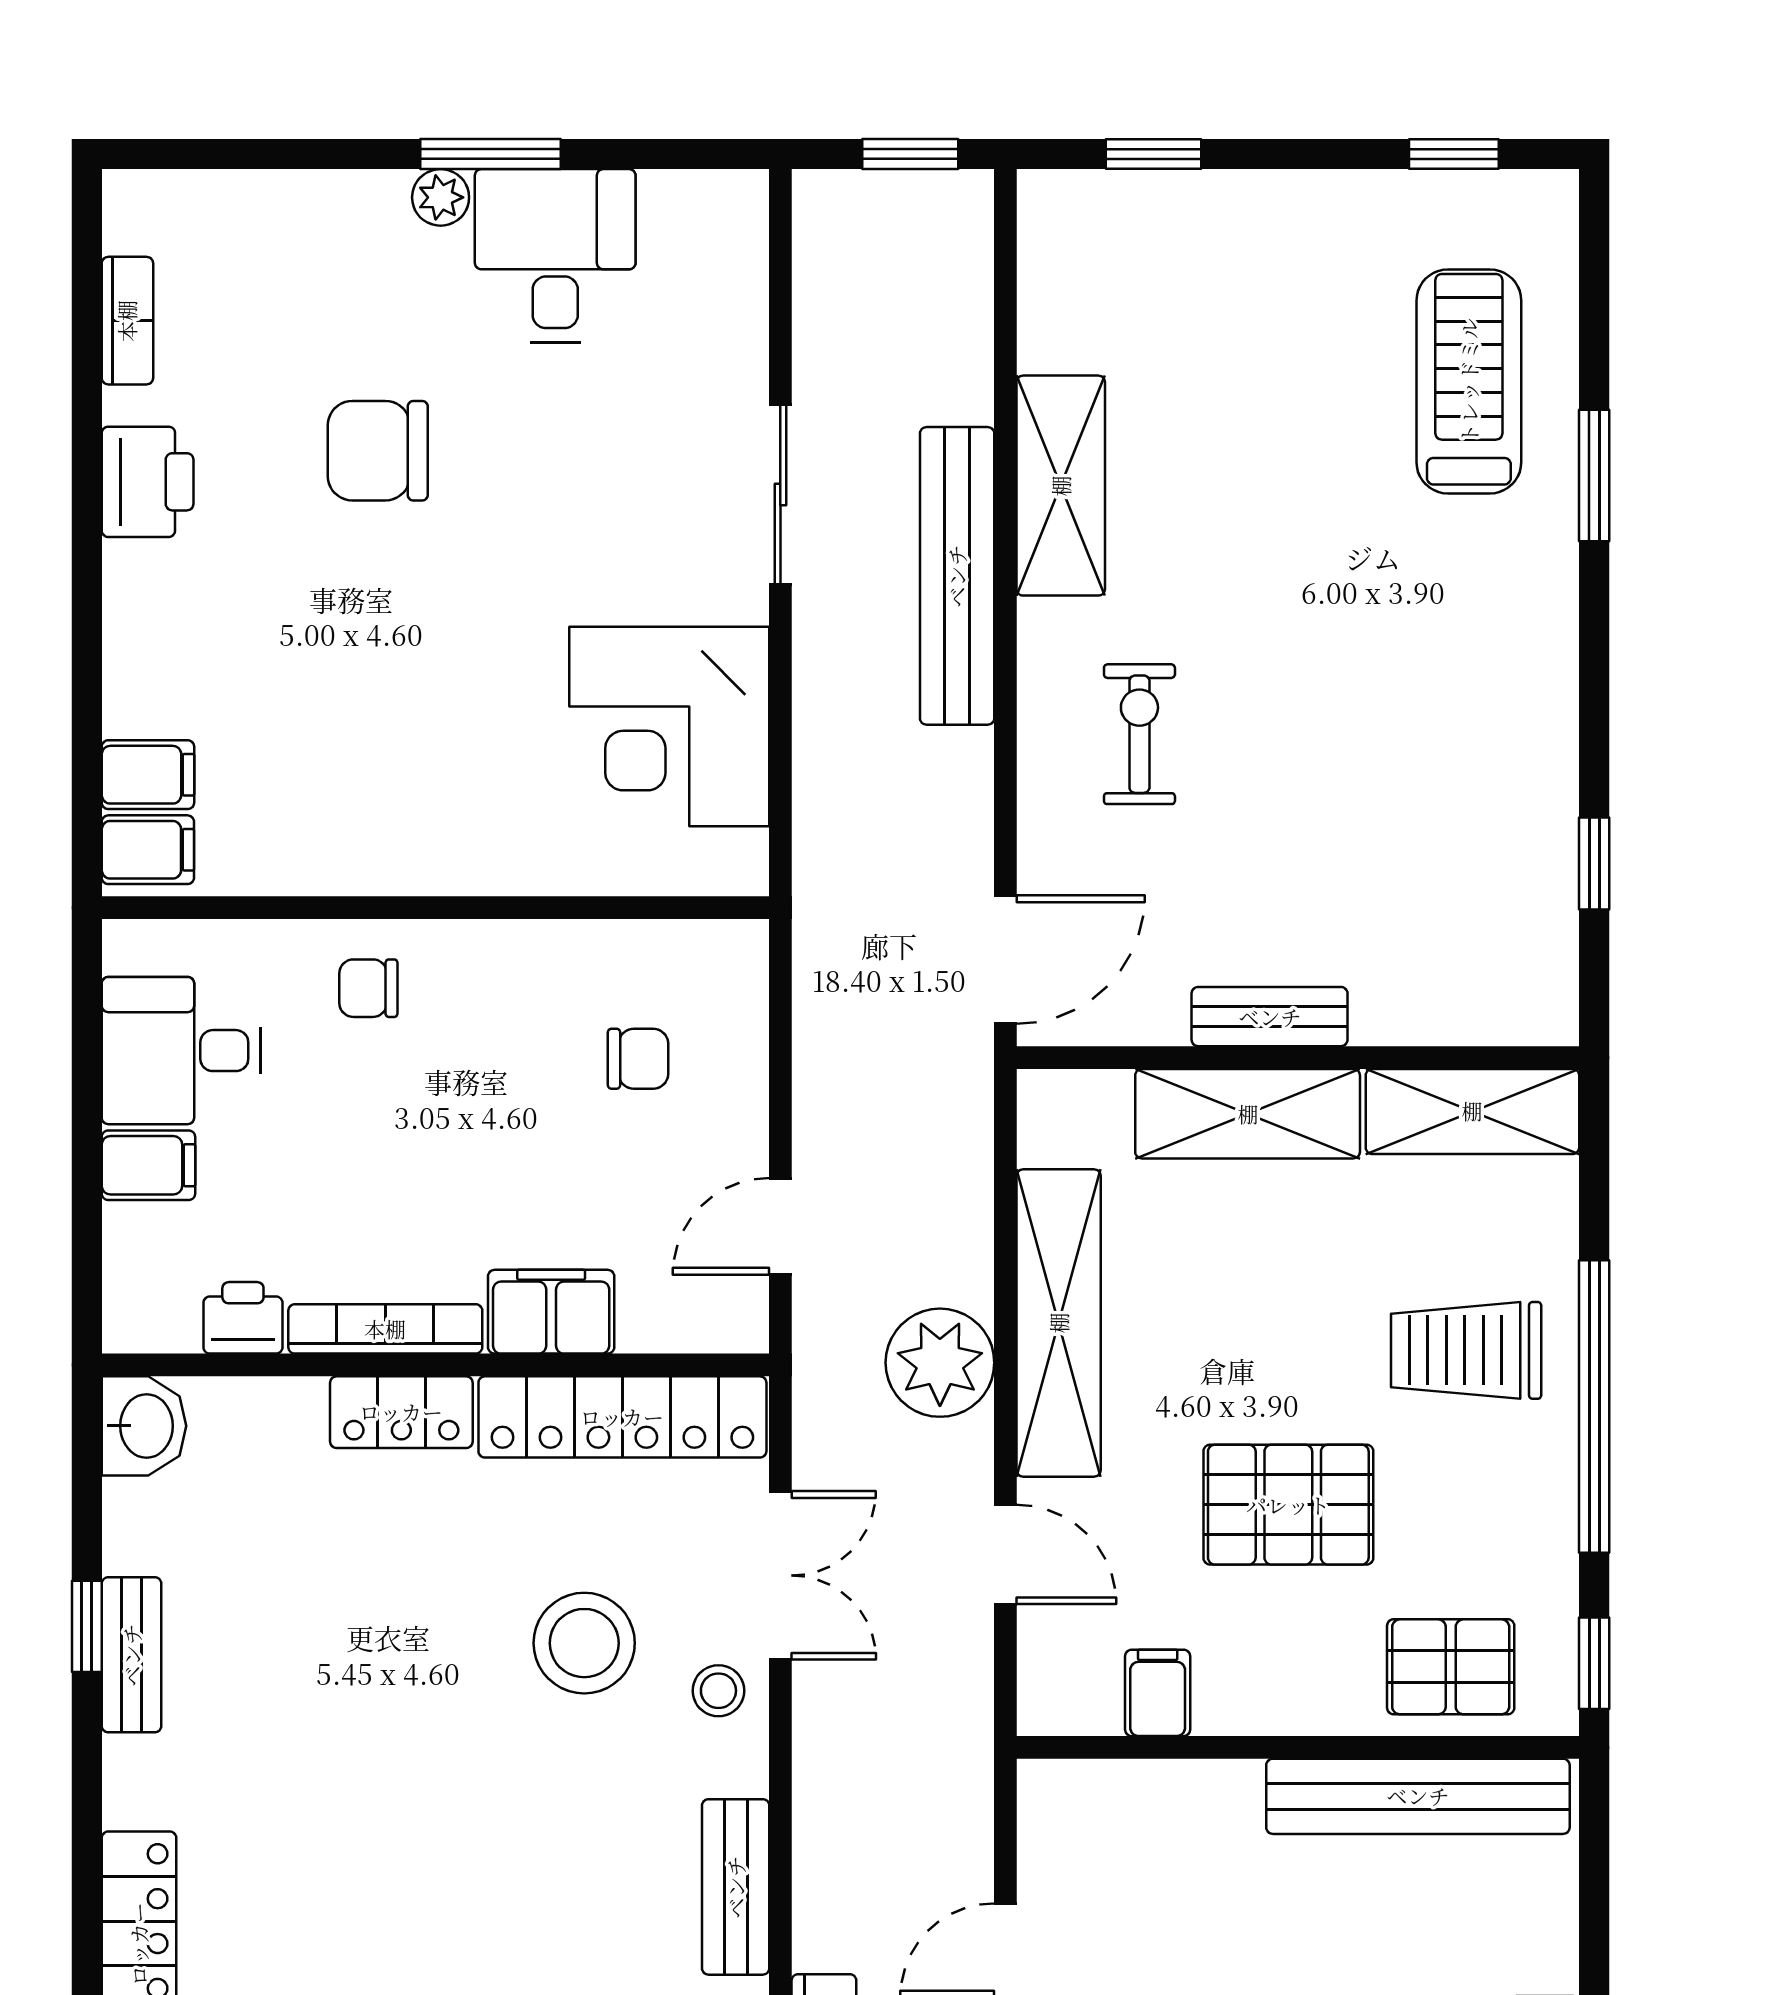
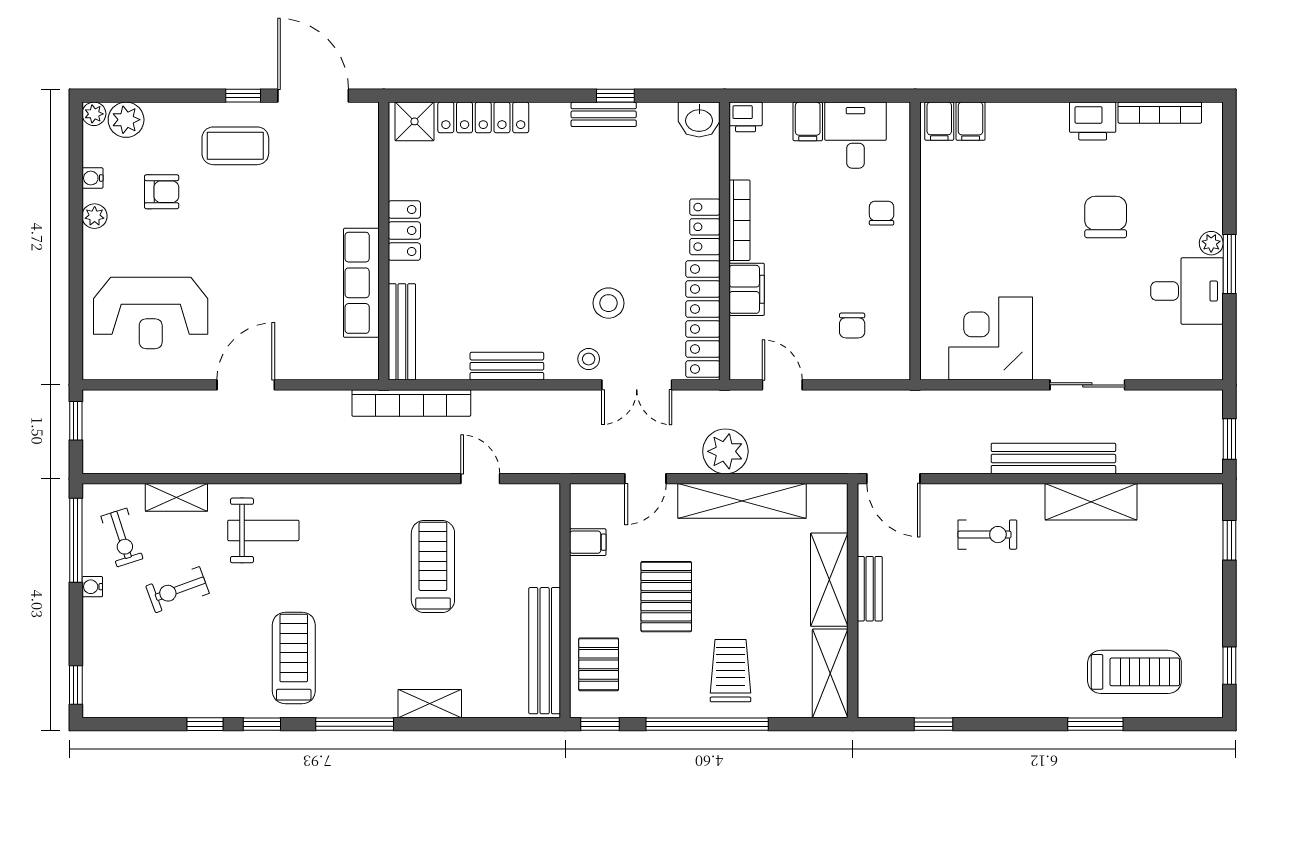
bookcase: (127, 321) -> (1160, 113), width x1.56
printer: (243, 1318) -> (746, 117), moved, turned 90
stool: (584, 1643) -> (609, 303), width x0.73, depth x0.73

